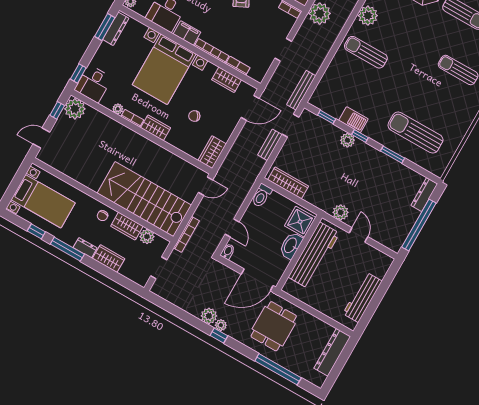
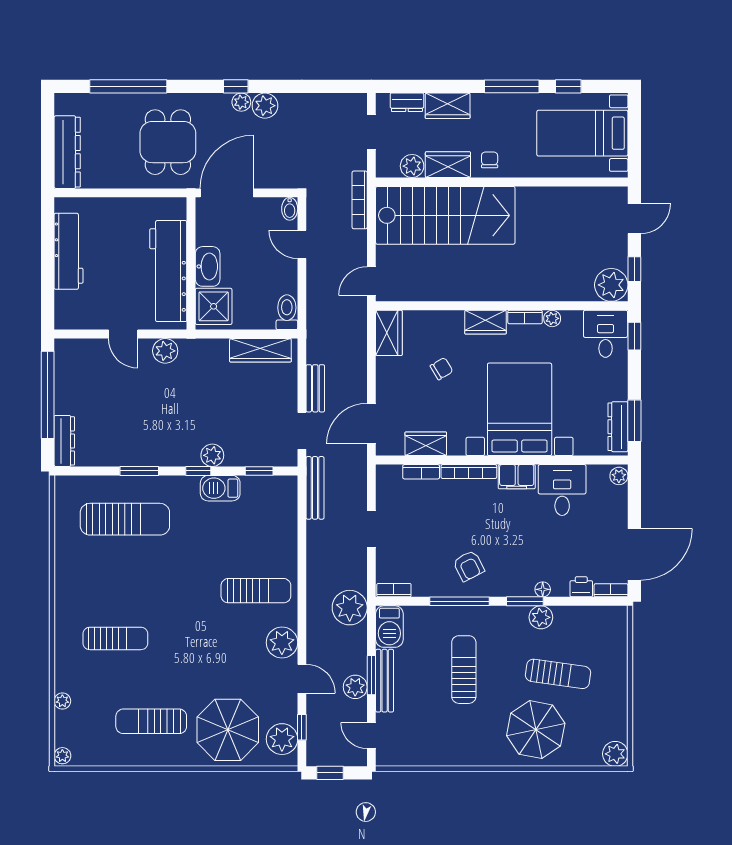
dresser: (85, 248) -> (407, 102), moved

